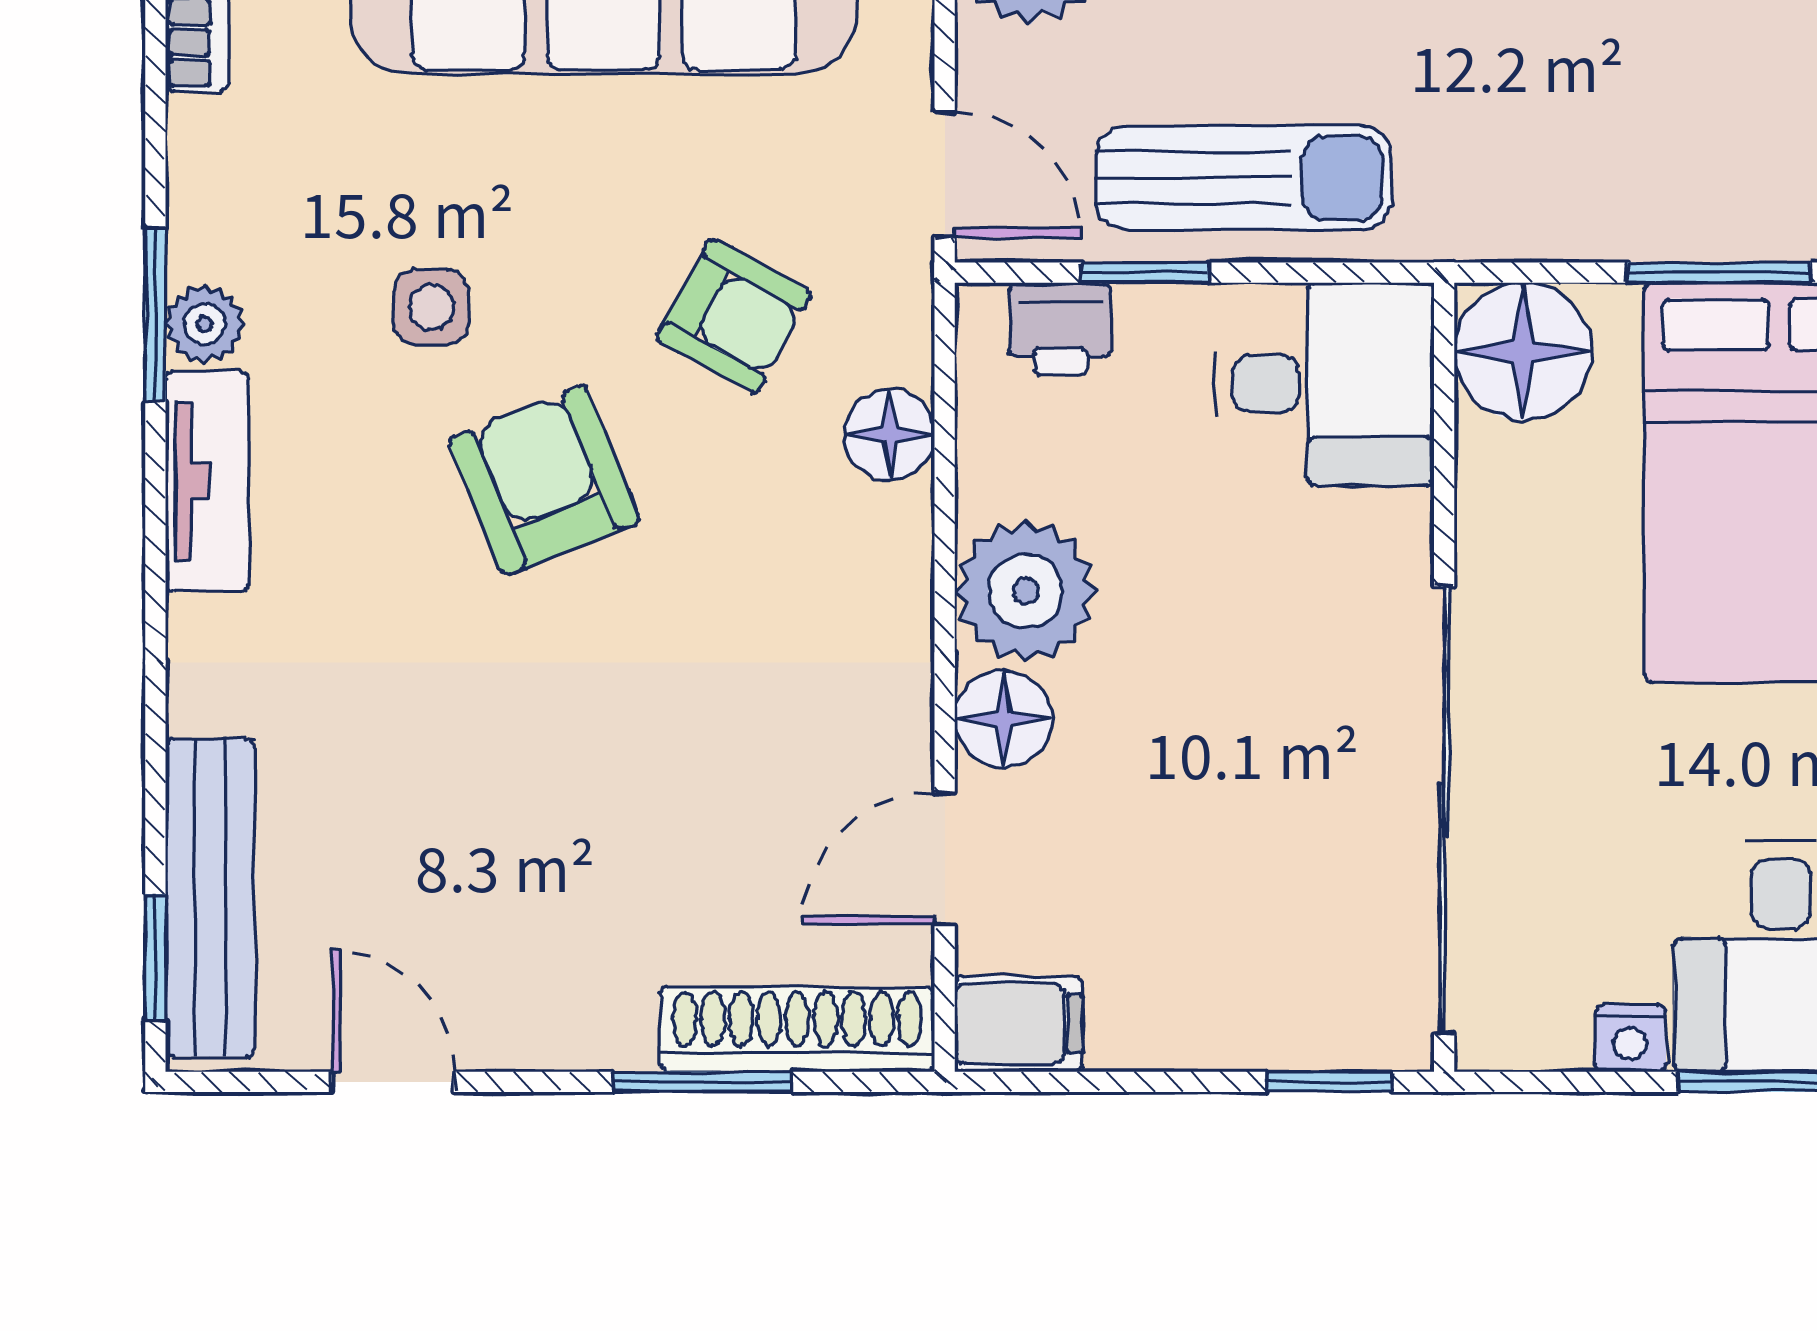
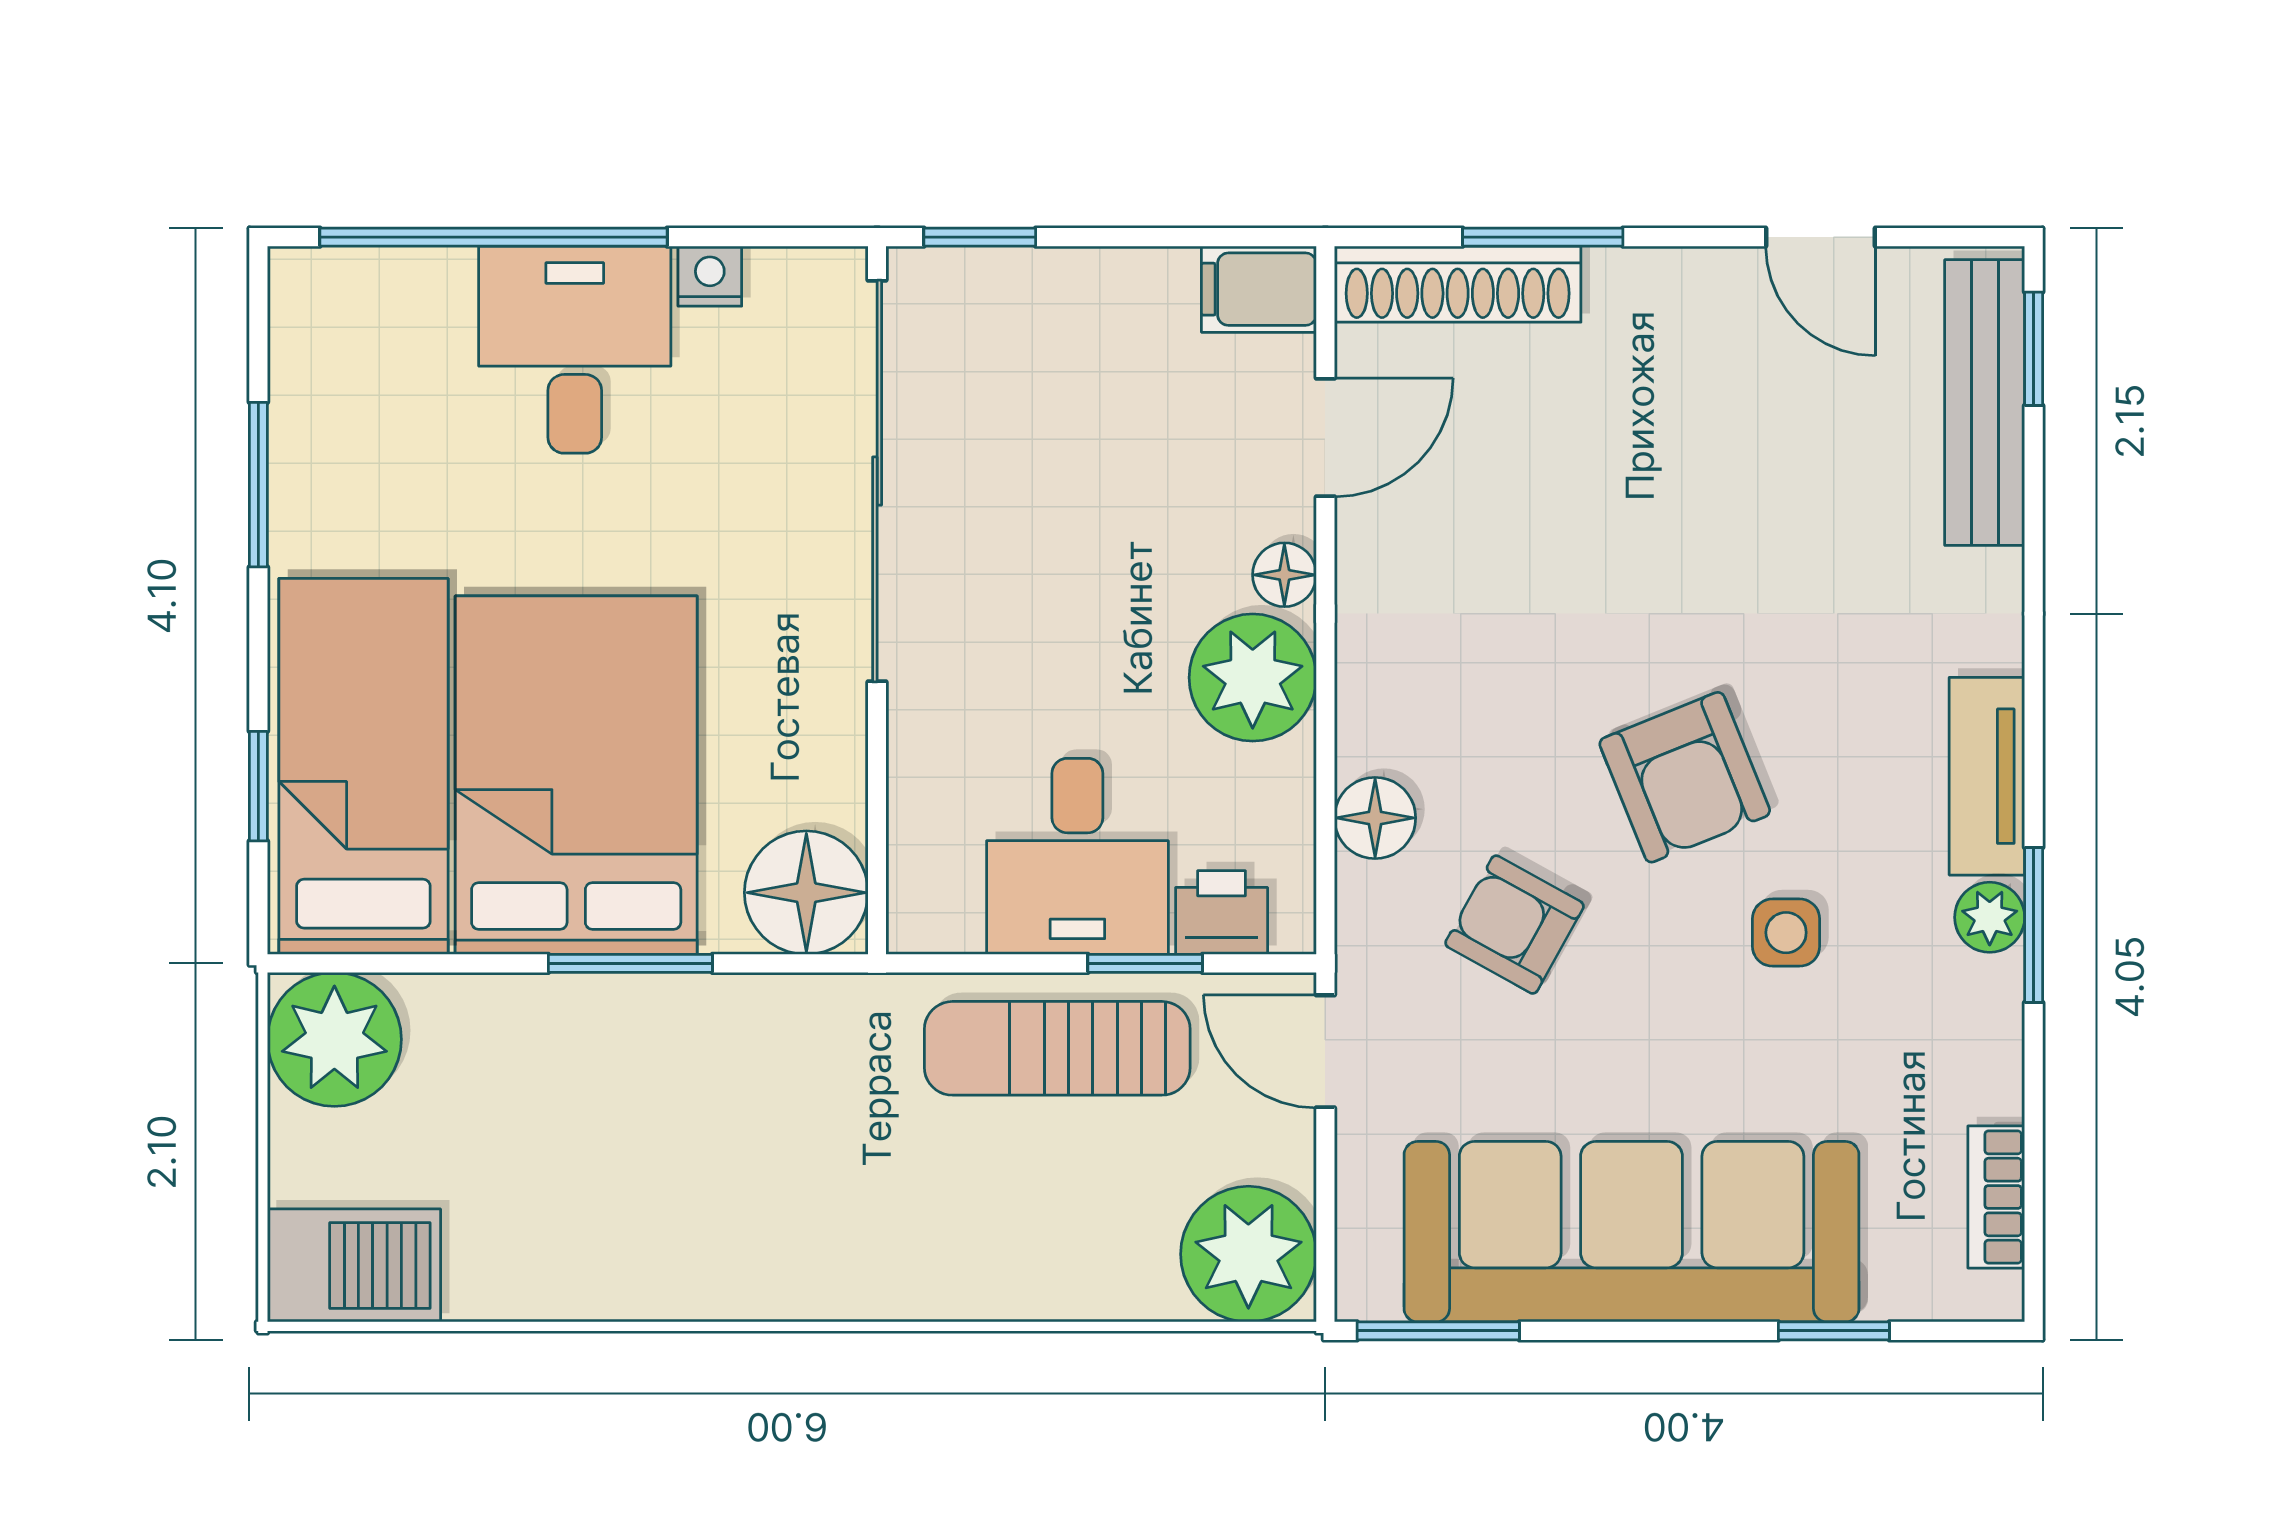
desk: (1325, 384) -> (1077, 856), moved, turned -90
floor lamp: (1003, 719) -> (1284, 575), width x0.73, depth x0.73

